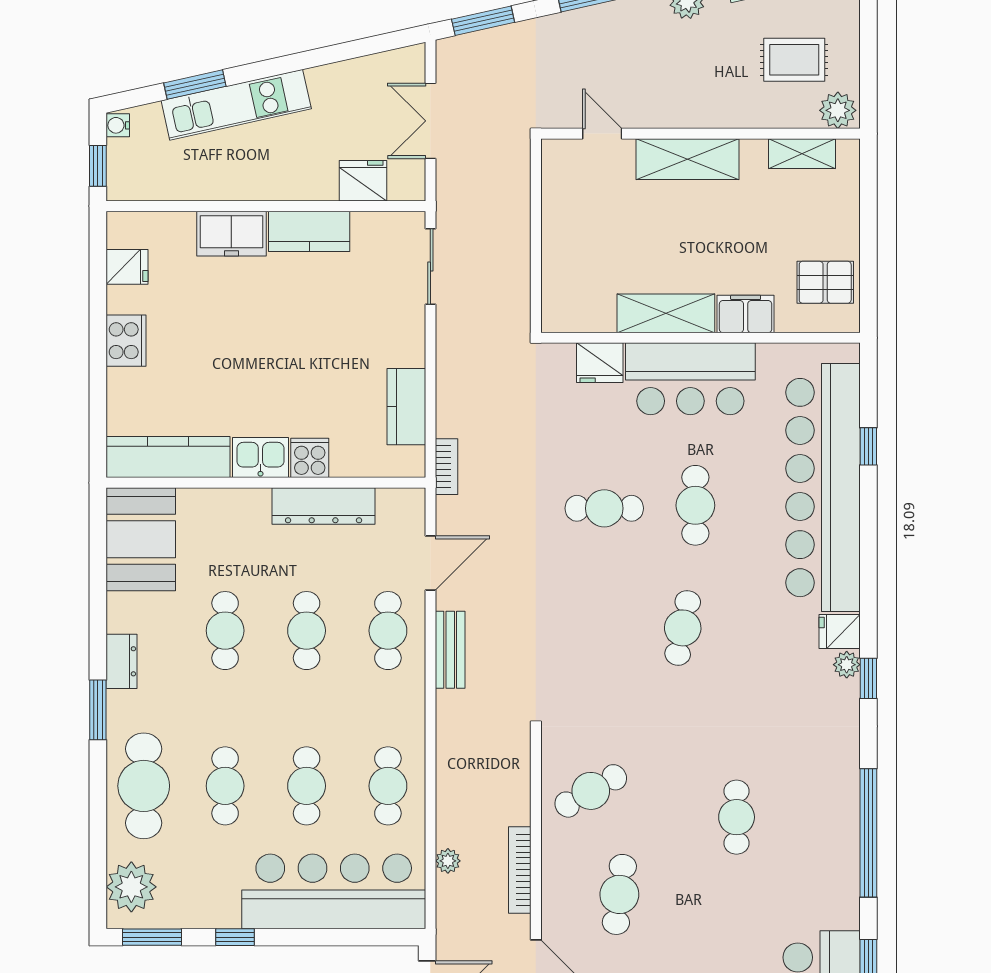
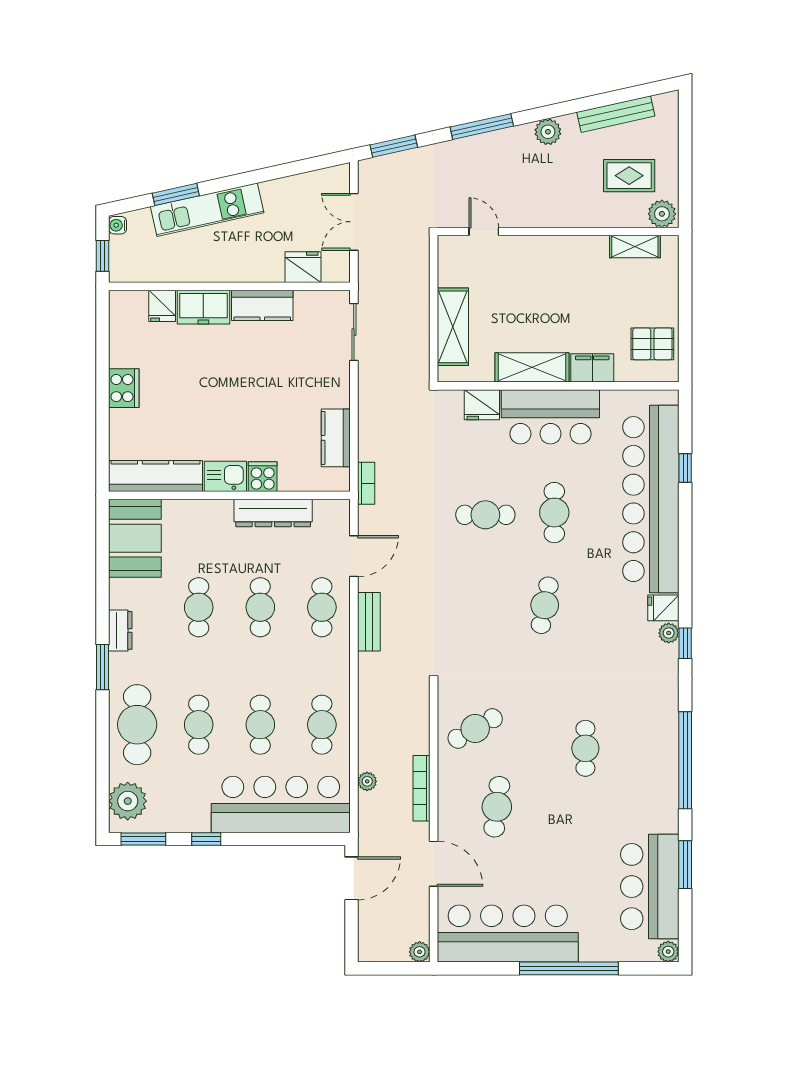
shelving: (688, 159) -> (453, 327), moved, turned 90
fridge: (127, 267) -> (162, 306), moved, turned 90

